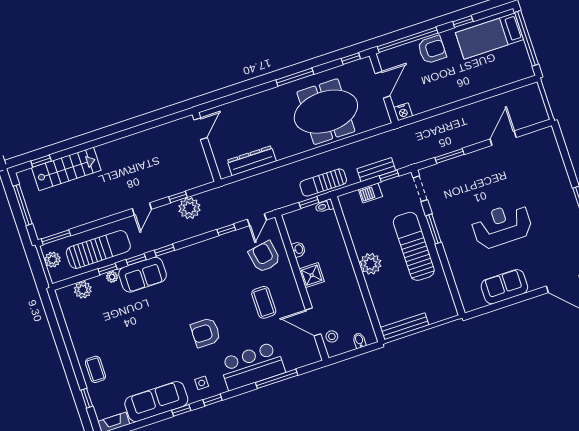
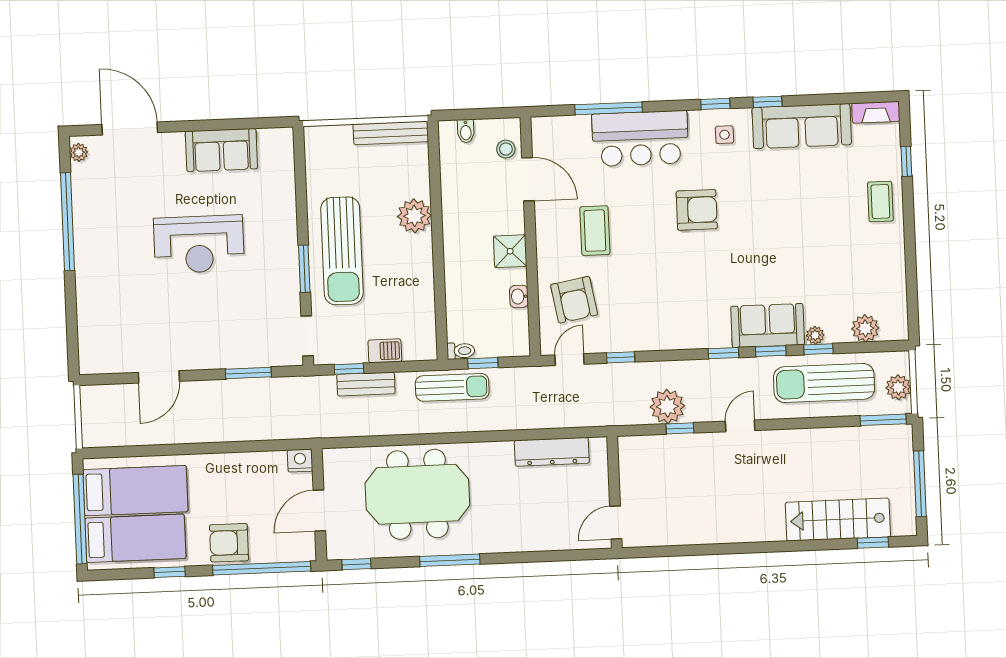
bed: (498, 65) -> (135, 491), added
plant: (370, 264) -> (414, 216), moved

